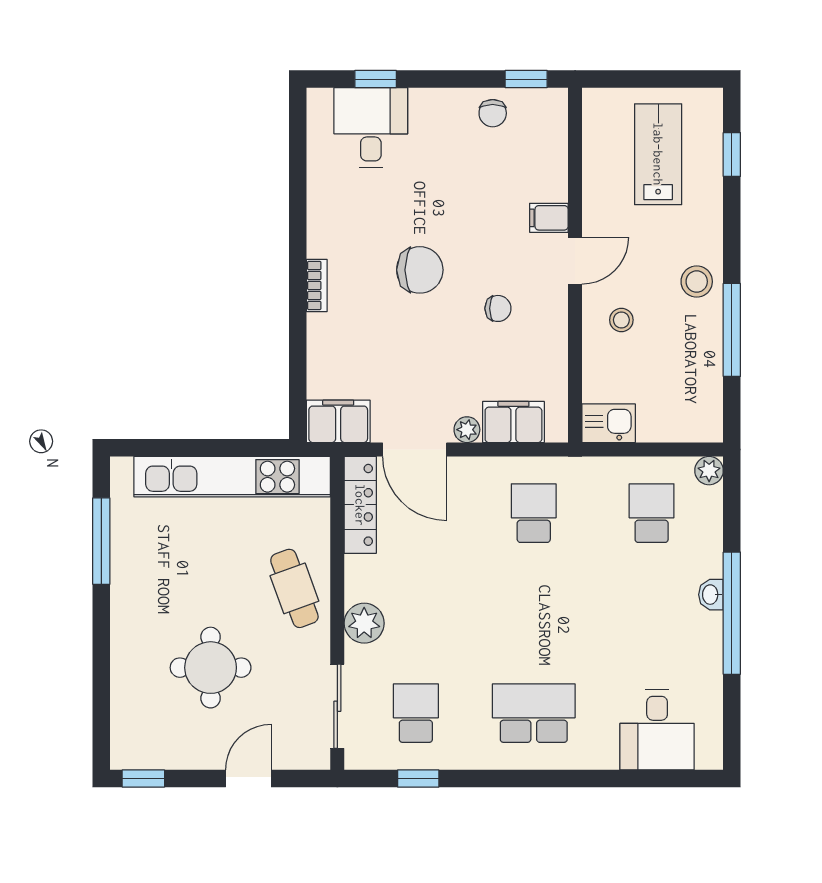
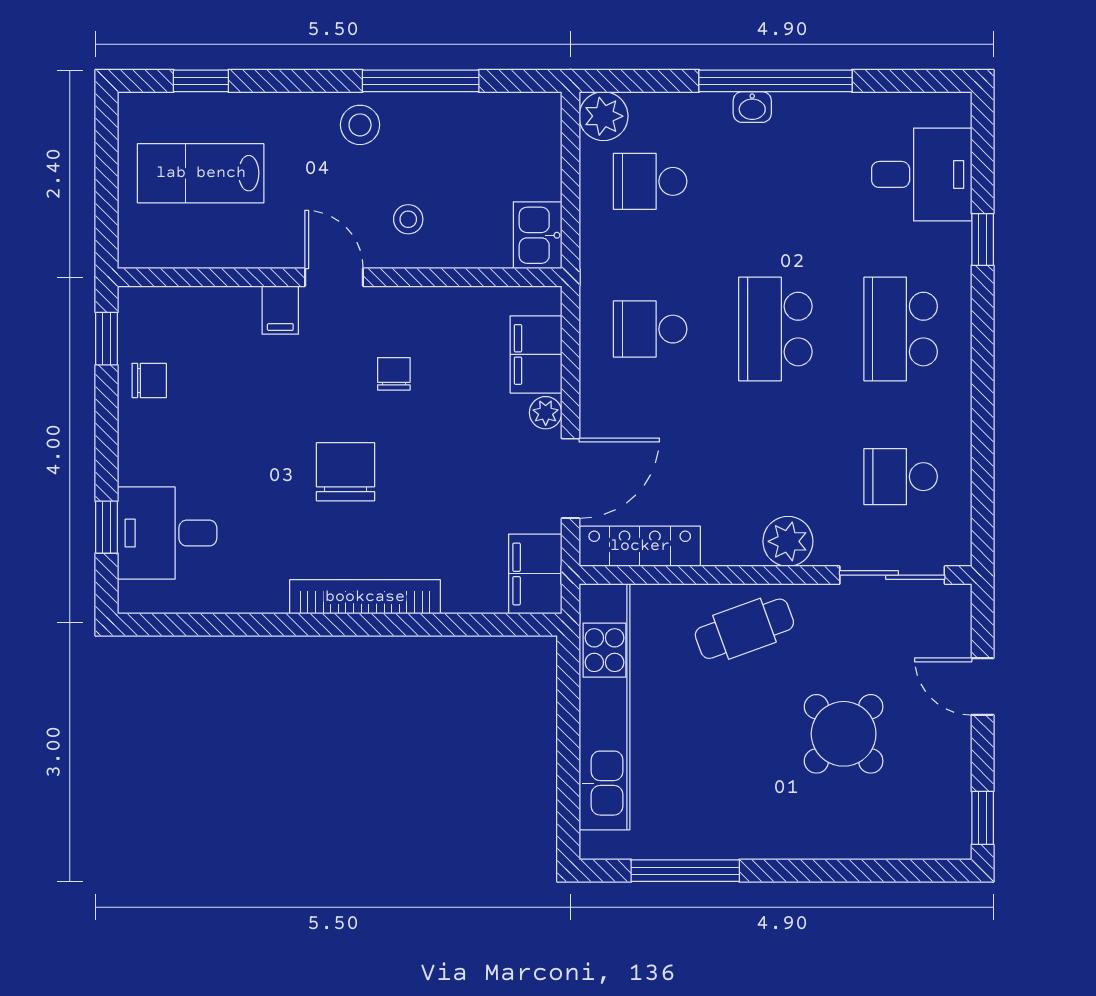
bookcase: (317, 285) -> (365, 597), width x2.31, depth x1.31
plant: (709, 471) -> (604, 116), width x1.38, depth x1.38
school desk: (534, 613) -> (775, 329), added
round table: (211, 668) -> (844, 734), turned 45
window: (418, 779) -> (983, 239), moved

